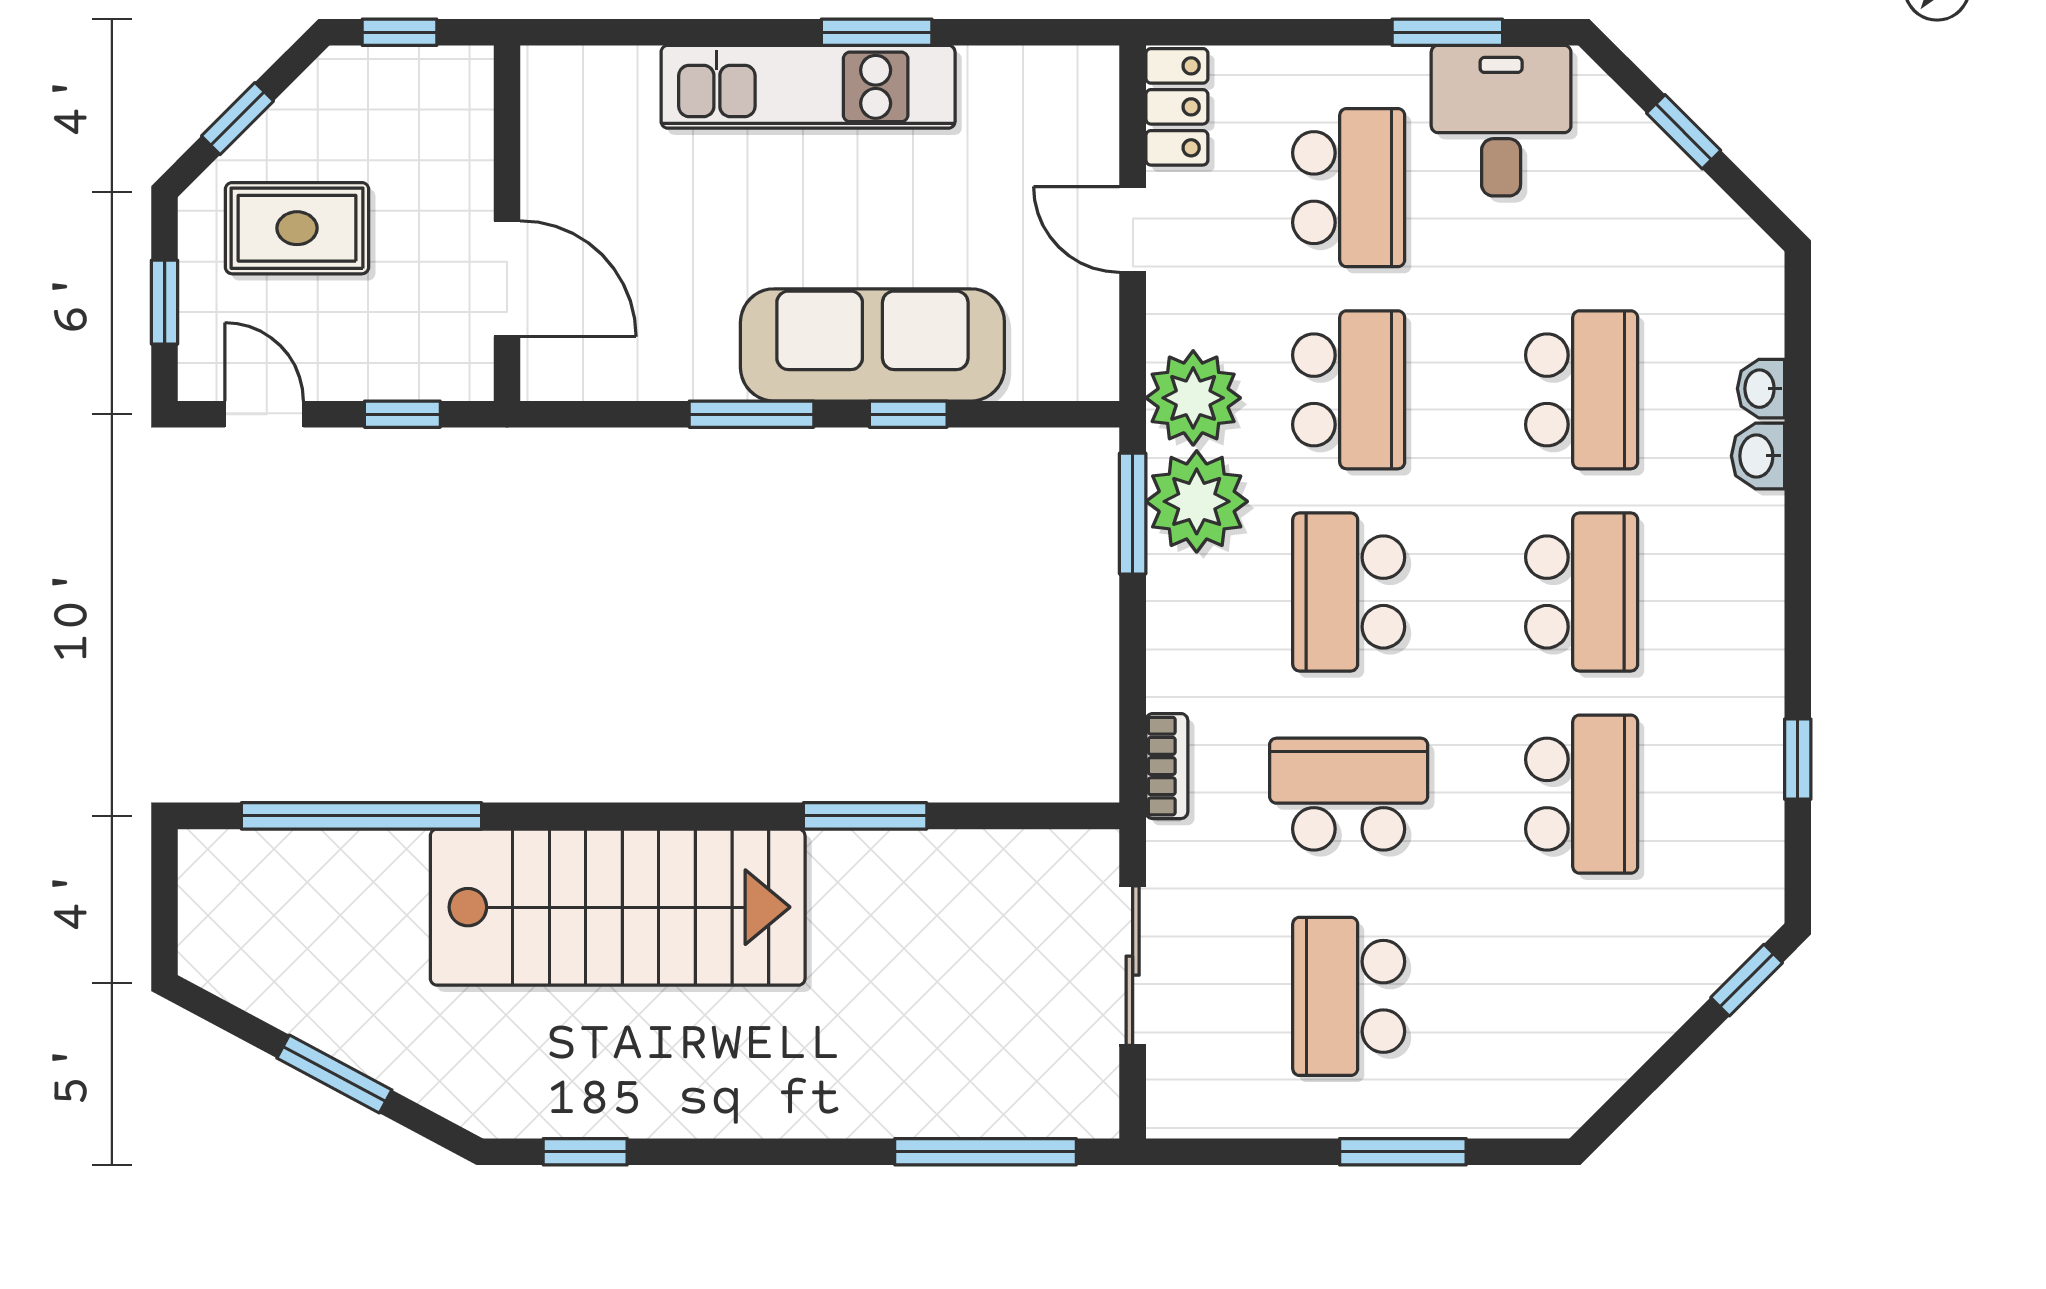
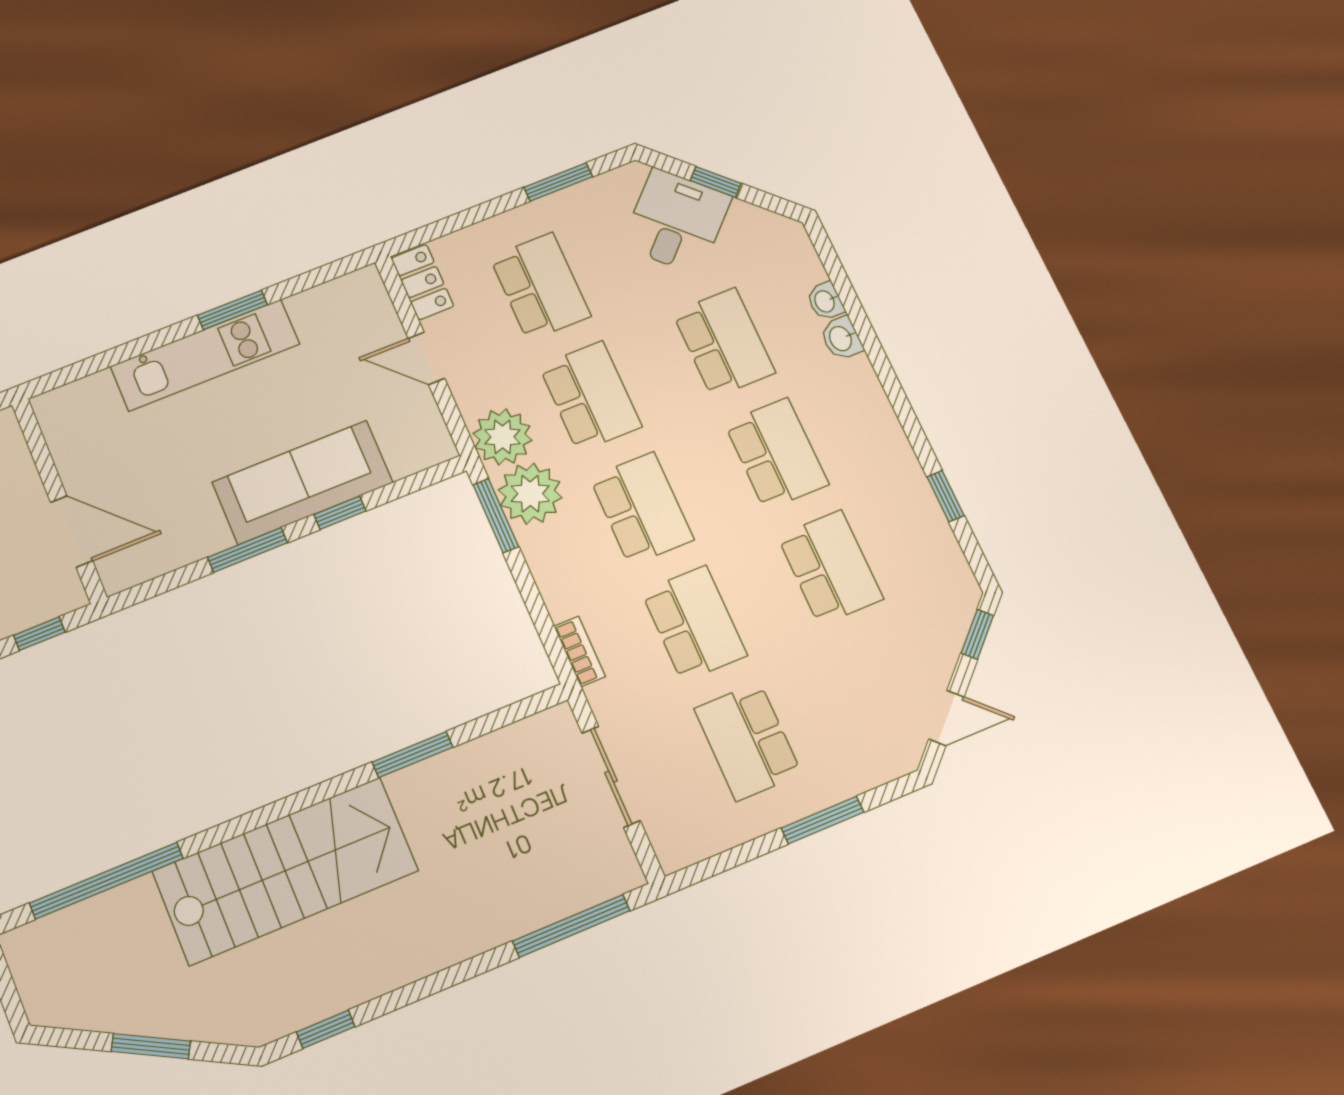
desk: (1501, 121) -> (676, 221), moved, turned 45
school desk: (1349, 592) -> (642, 509), turned 180
school desk: (1349, 794) -> (694, 624), turned 90
door: (1645, 1081) -> (946, 718), added

